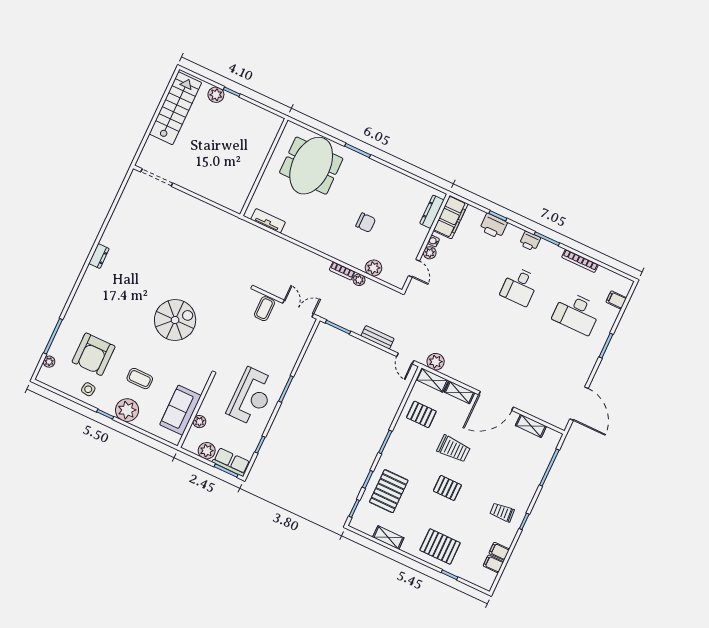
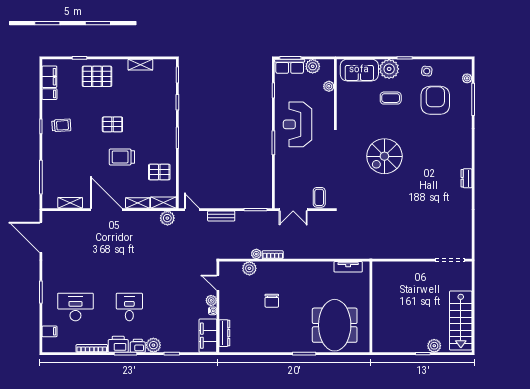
chair: (366, 223) -> (272, 301), turned -90
printer: (493, 226) -> (118, 344), moved
plant: (513, 234) -> (153, 345), added
door: (496, 401) -> (106, 210), hinge flipped
sofa: (180, 410) -> (359, 70), moved, turned 90
pallet: (389, 491) -> (157, 101), removed
filing cabinet: (493, 564) -> (49, 77), width x2.00

